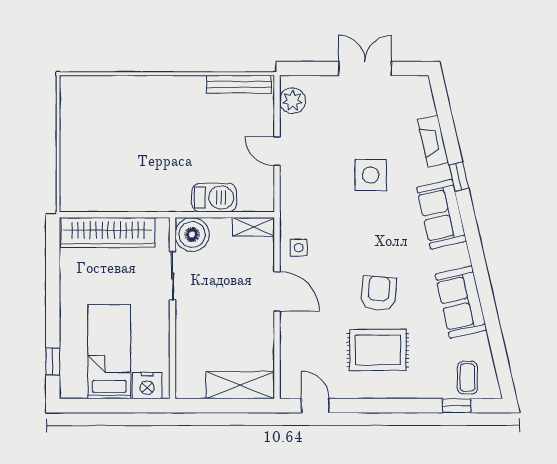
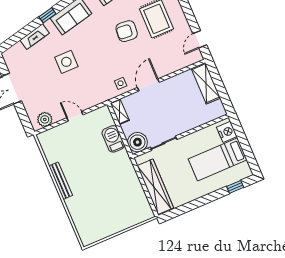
bench: (239, 84) -> (61, 181), moved
door: (277, 151) -> (75, 116), swing flipped

